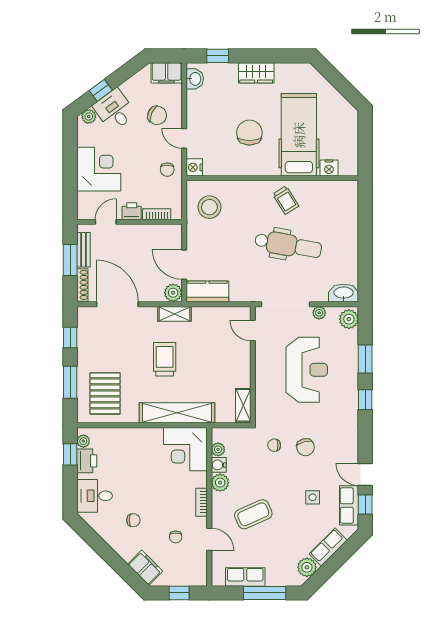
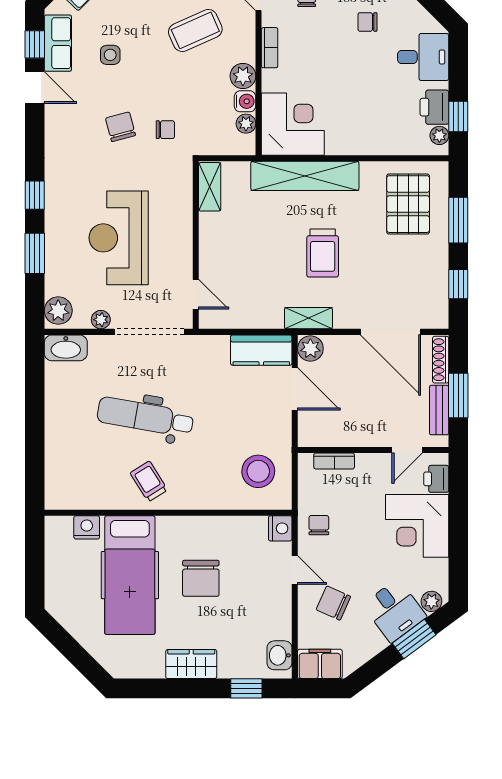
window: (101, 90) -> (414, 639), width x1.50
printer: (132, 211) -> (436, 479), moved, turned 90

